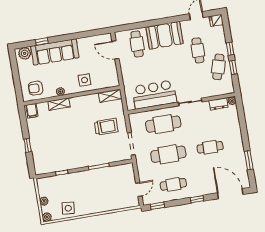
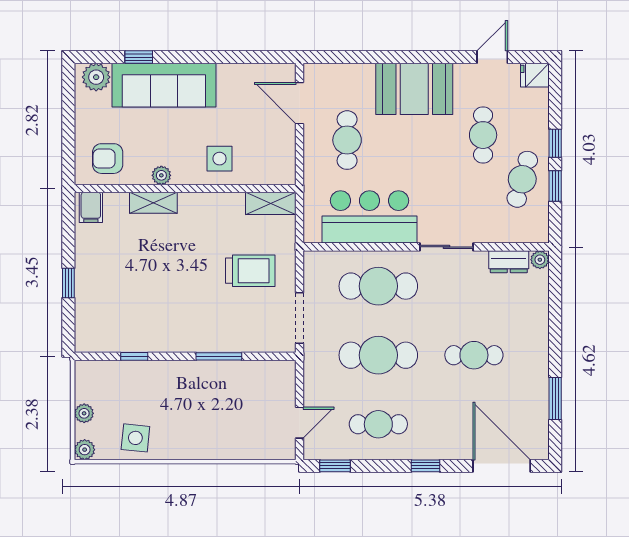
cafe table: (137, 44) -> (347, 140), moved

